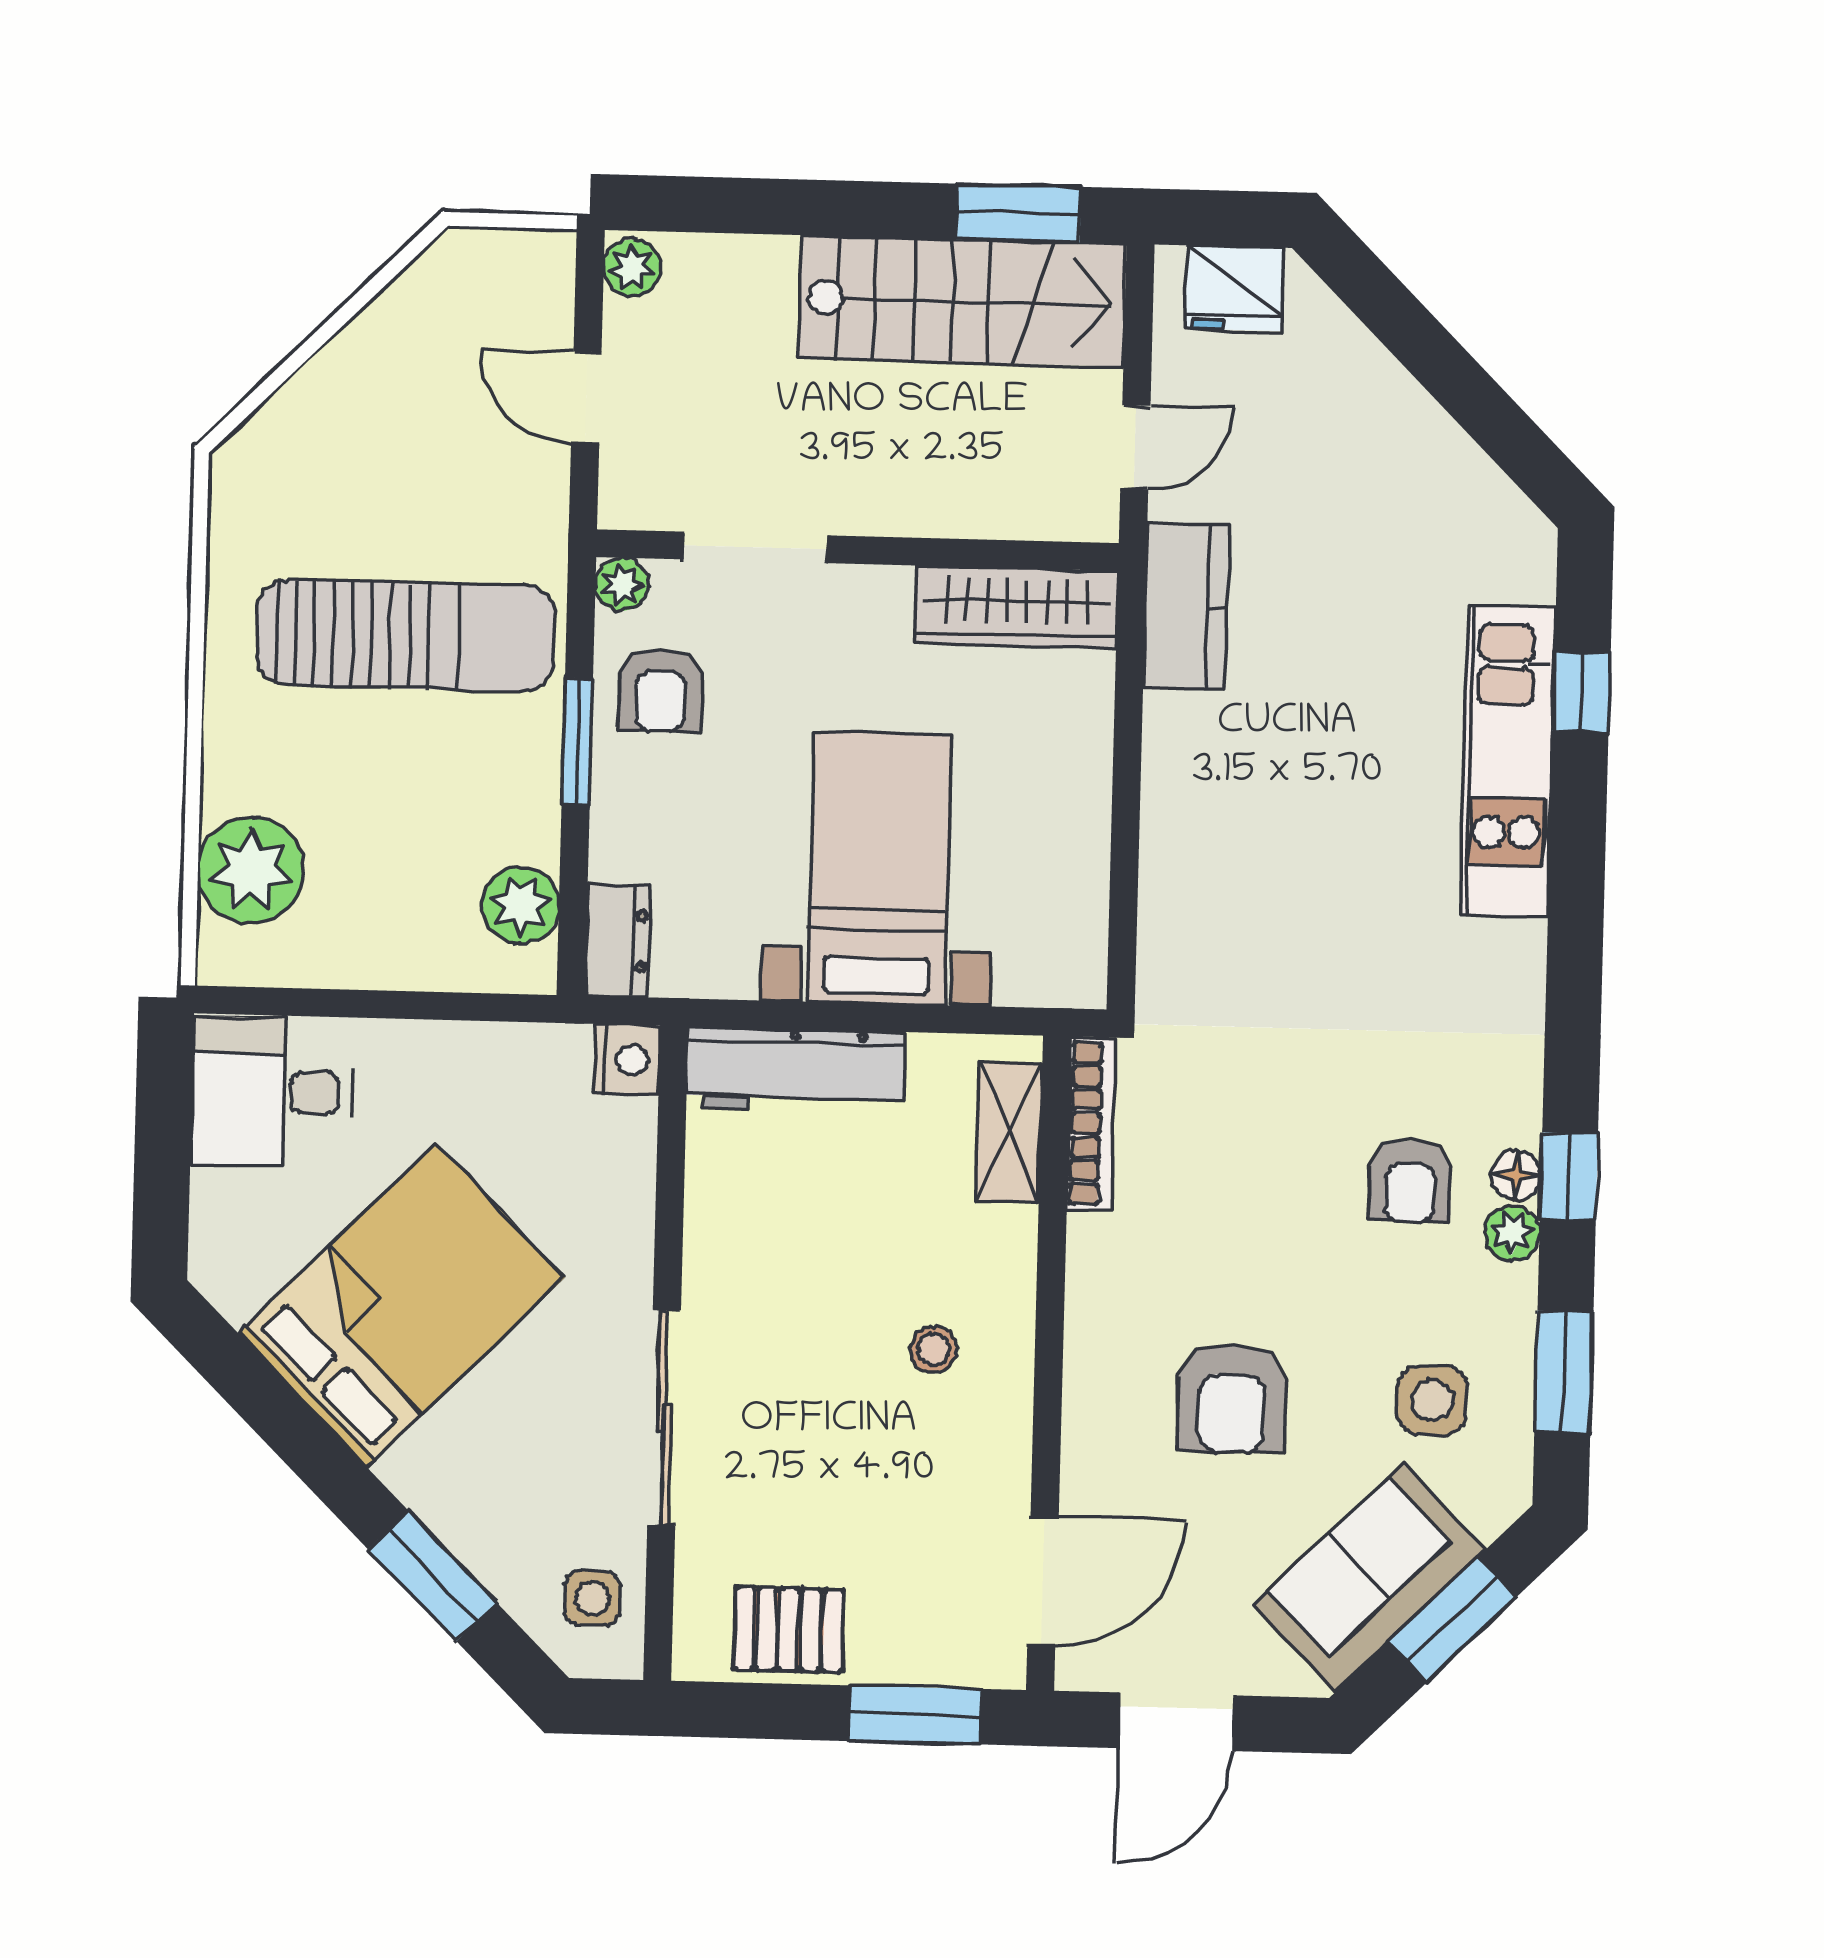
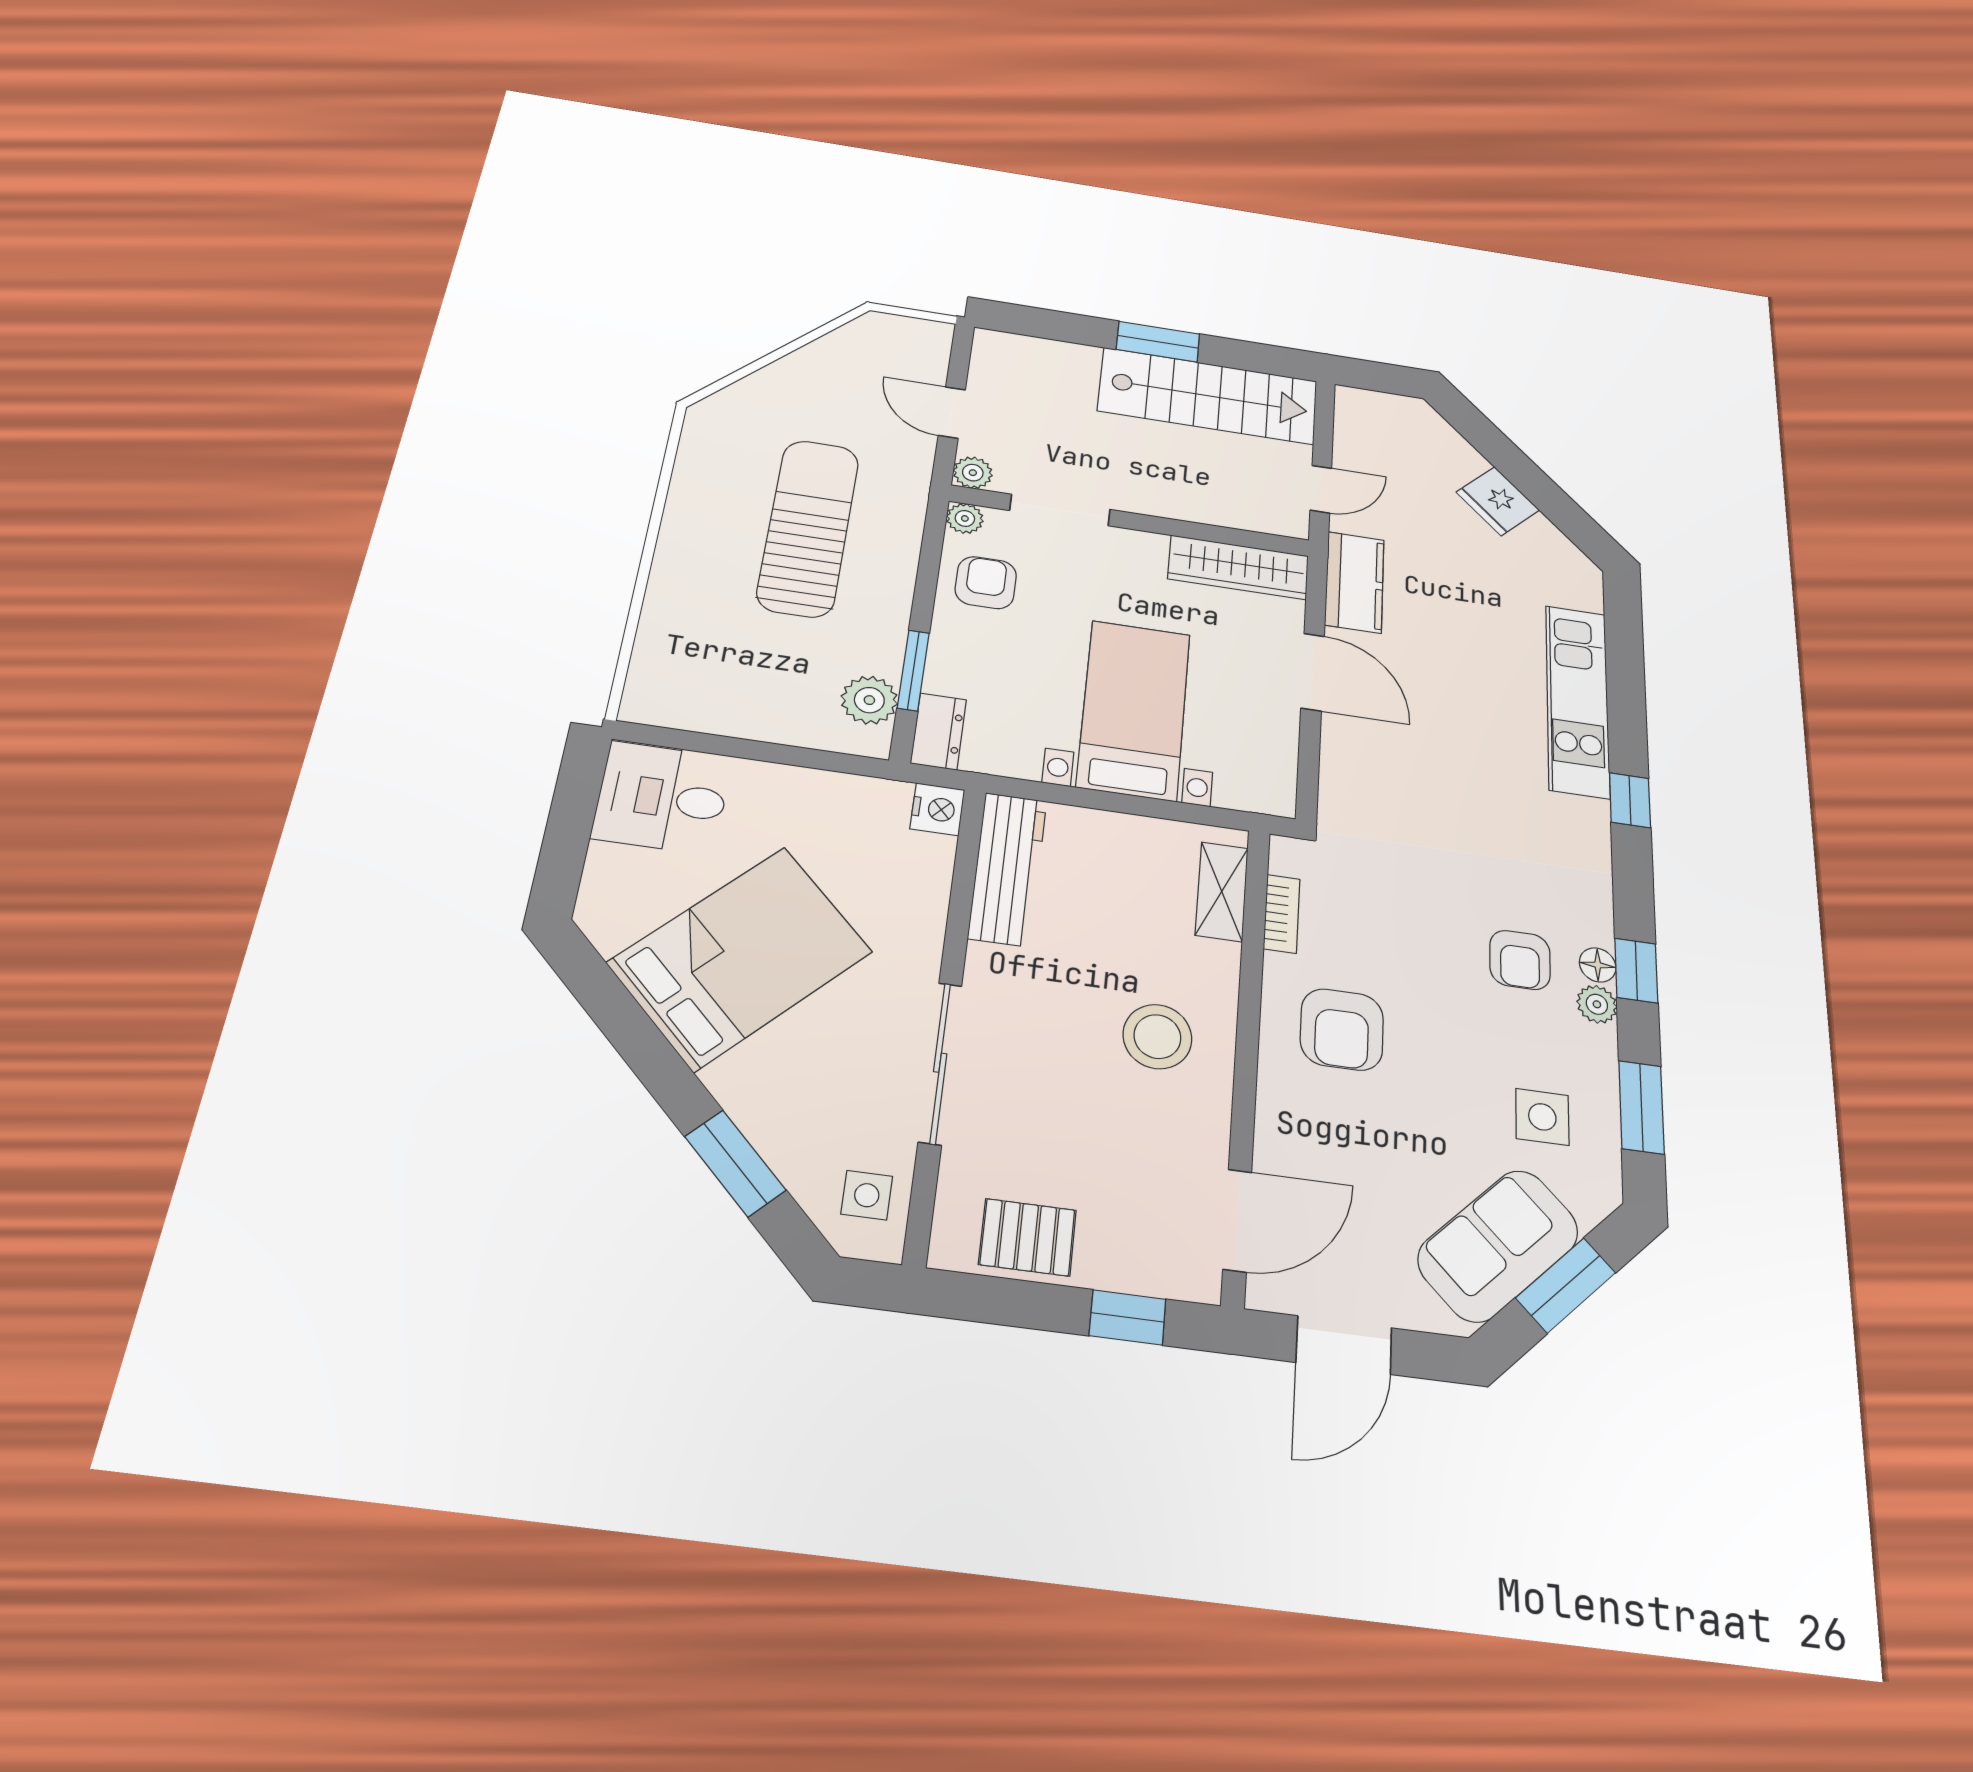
window: (1019, 213) -> (1158, 342), moved
plant: (632, 268) -> (973, 473), moved
fridge: (1234, 288) -> (1498, 501), moved, turned 45
sun lounger: (406, 635) -> (808, 527), turned -90
armchair: (660, 690) -> (986, 583), turned 180
window: (1582, 692) -> (1630, 800), moved
window: (577, 741) -> (913, 670), moved
door: (1127, 770) -> (1313, 672), added
plant: (251, 871) -> (672, 653), removed
workbench: (796, 1070) -> (1008, 869), moved, turned -90
bookcase: (1091, 1123) -> (1282, 914), width x0.64
stool: (934, 1350) -> (1157, 1037), width x1.89, depth x1.89
armchair: (1232, 1398) -> (1342, 1029), moved
window: (915, 1715) -> (1128, 1317), width x0.67

